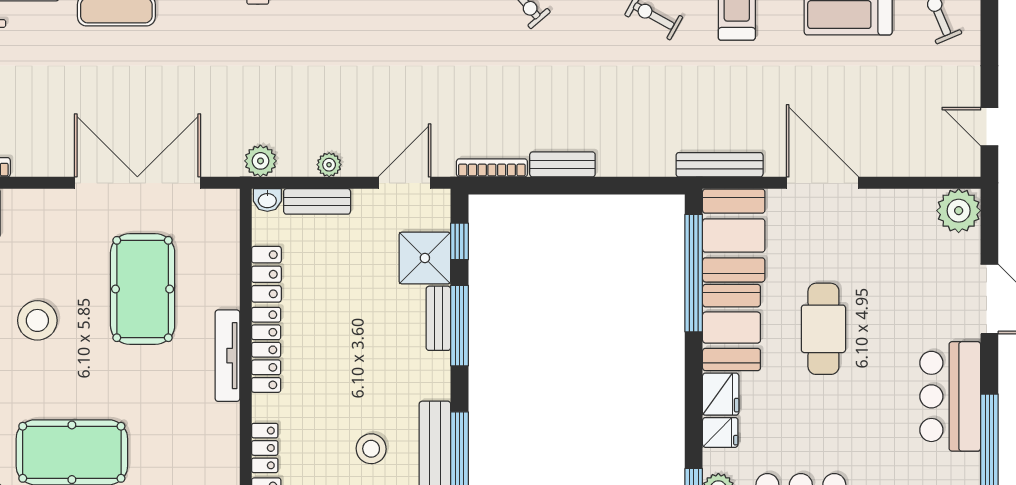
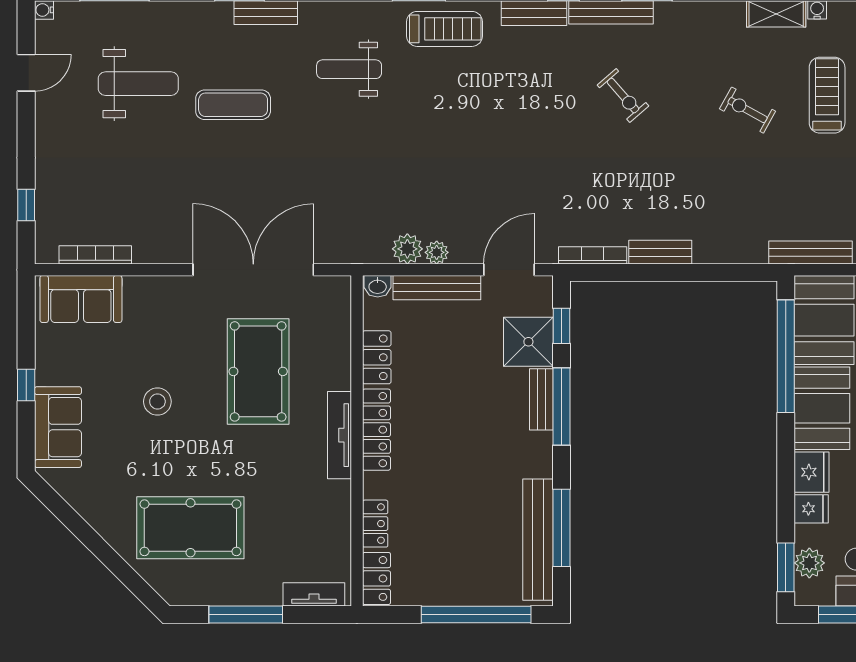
plant: (260, 161) -> (407, 249), moved
bench: (317, 201) -> (437, 288), width x1.36
stool: (37, 320) -> (157, 402), width x0.73, depth x0.73
stool: (371, 449) -> (477, 524), removed

